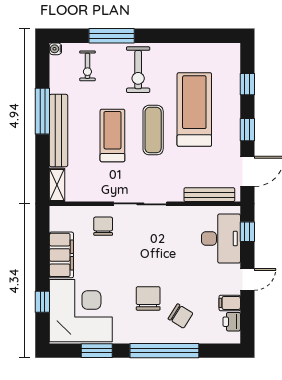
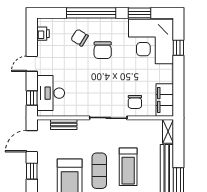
bench: (209, 195) -> (64, 124), width x0.73
filing cabinet: (61, 255) -> (165, 100), moved
filing cabinet: (230, 303) -> (44, 47), removed

